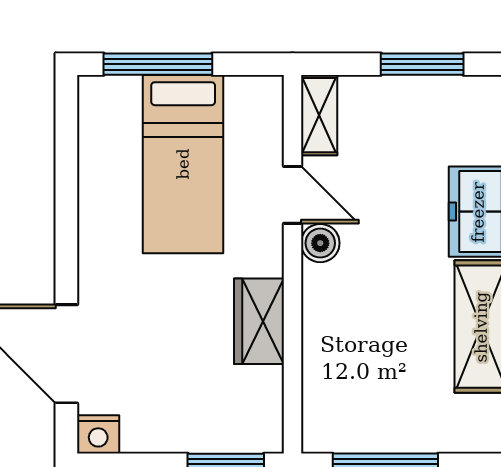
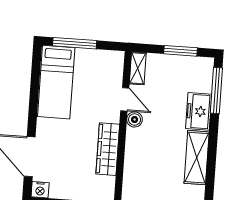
bed: (183, 164) -> (56, 82), moved
wardrobe: (259, 321) -> (108, 149), width x1.50

